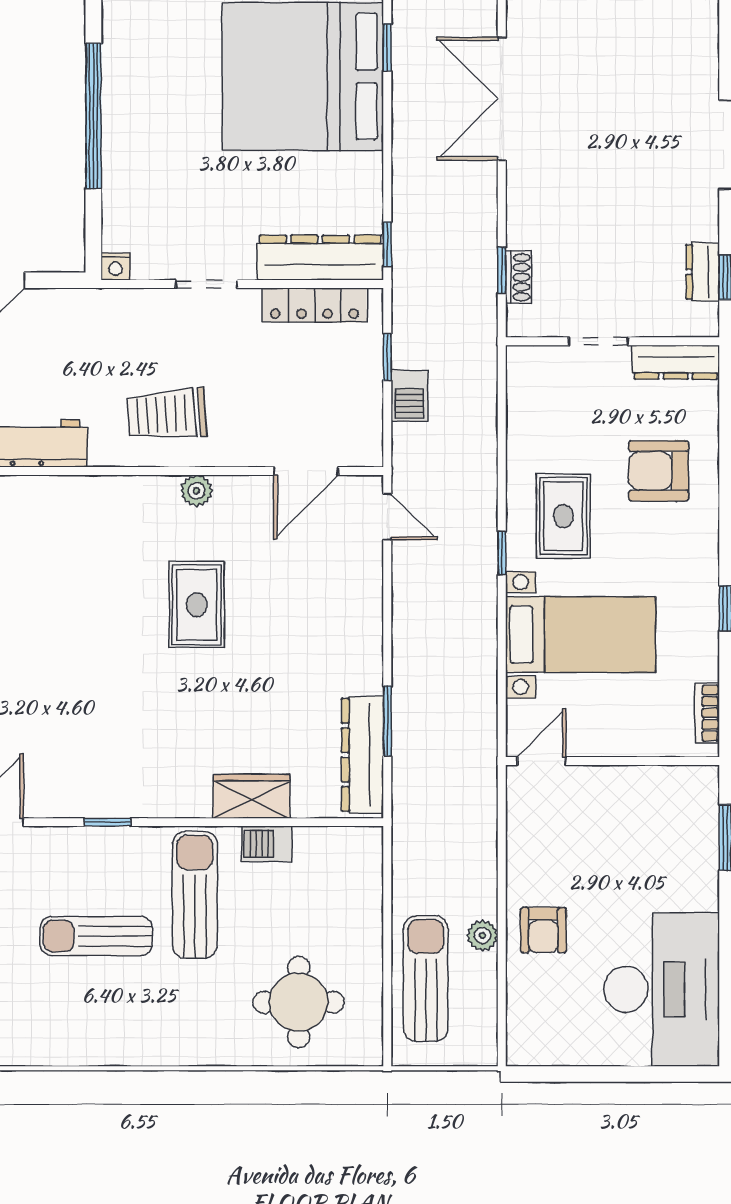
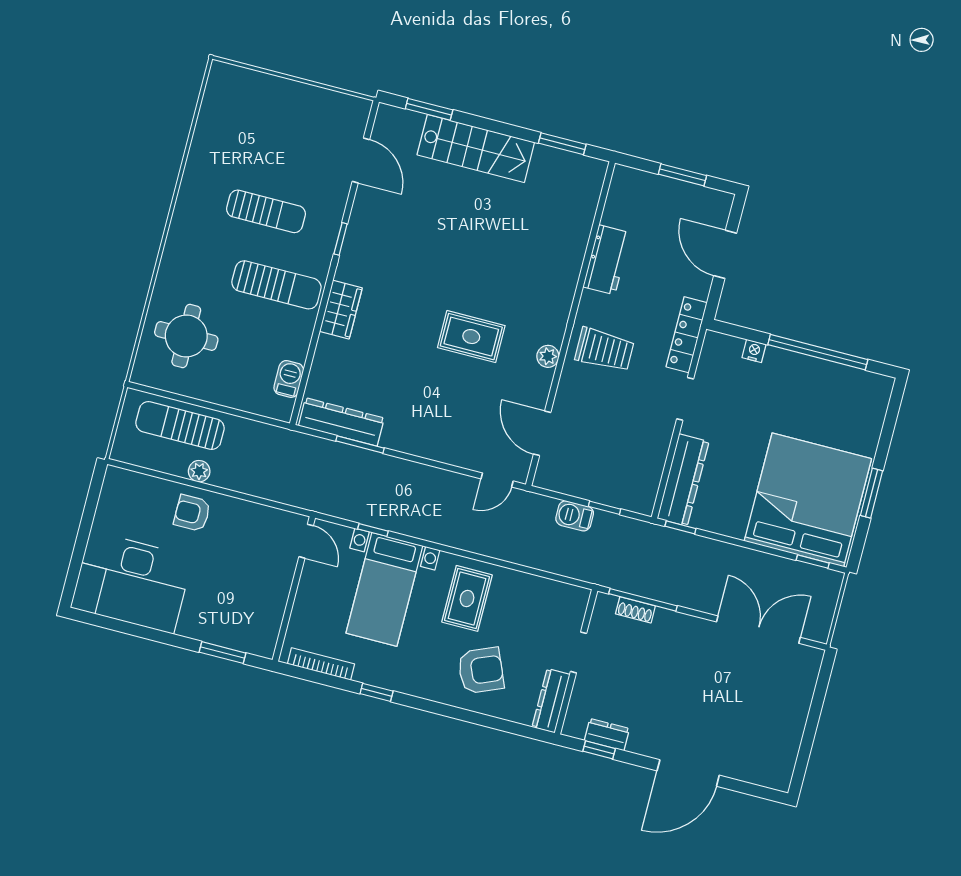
nightstand: (116, 266) -> (754, 351), moved, turned 90
window: (502, 270) -> (643, 600), width x2.17
locker: (315, 305) -> (687, 335), moved
trolley: (167, 414) -> (604, 350), turned 94
armchair: (659, 471) -> (481, 670), turned 67
rug: (563, 516) -> (467, 598), turned 90
window: (502, 553) -> (373, 530), moved
bookcase: (707, 713) -> (321, 664), width x1.56
wardrobe: (251, 796) -> (341, 310), moved
barbecue: (267, 844) -> (289, 379), moved
sun lounger: (96, 936) -> (266, 211), turned 90
sun lounger: (426, 979) -> (180, 426), turned 180

